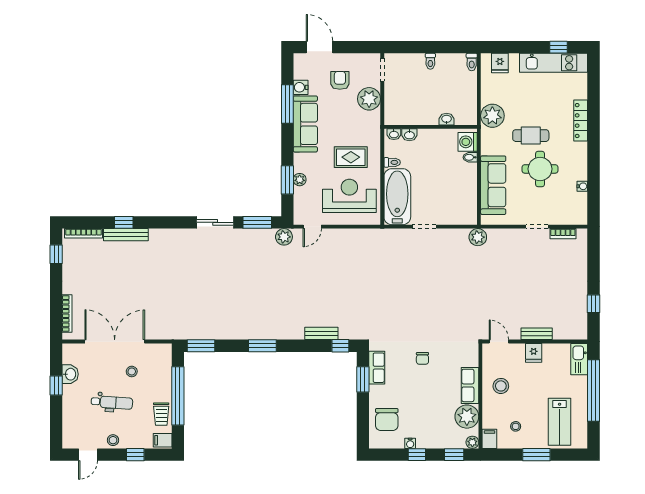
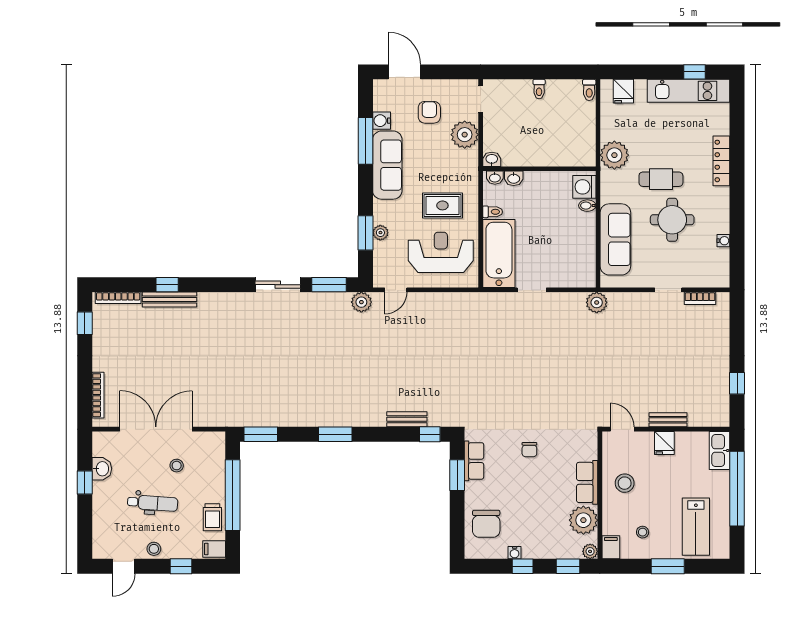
washbasin: (447, 119) -> (492, 159), moved

